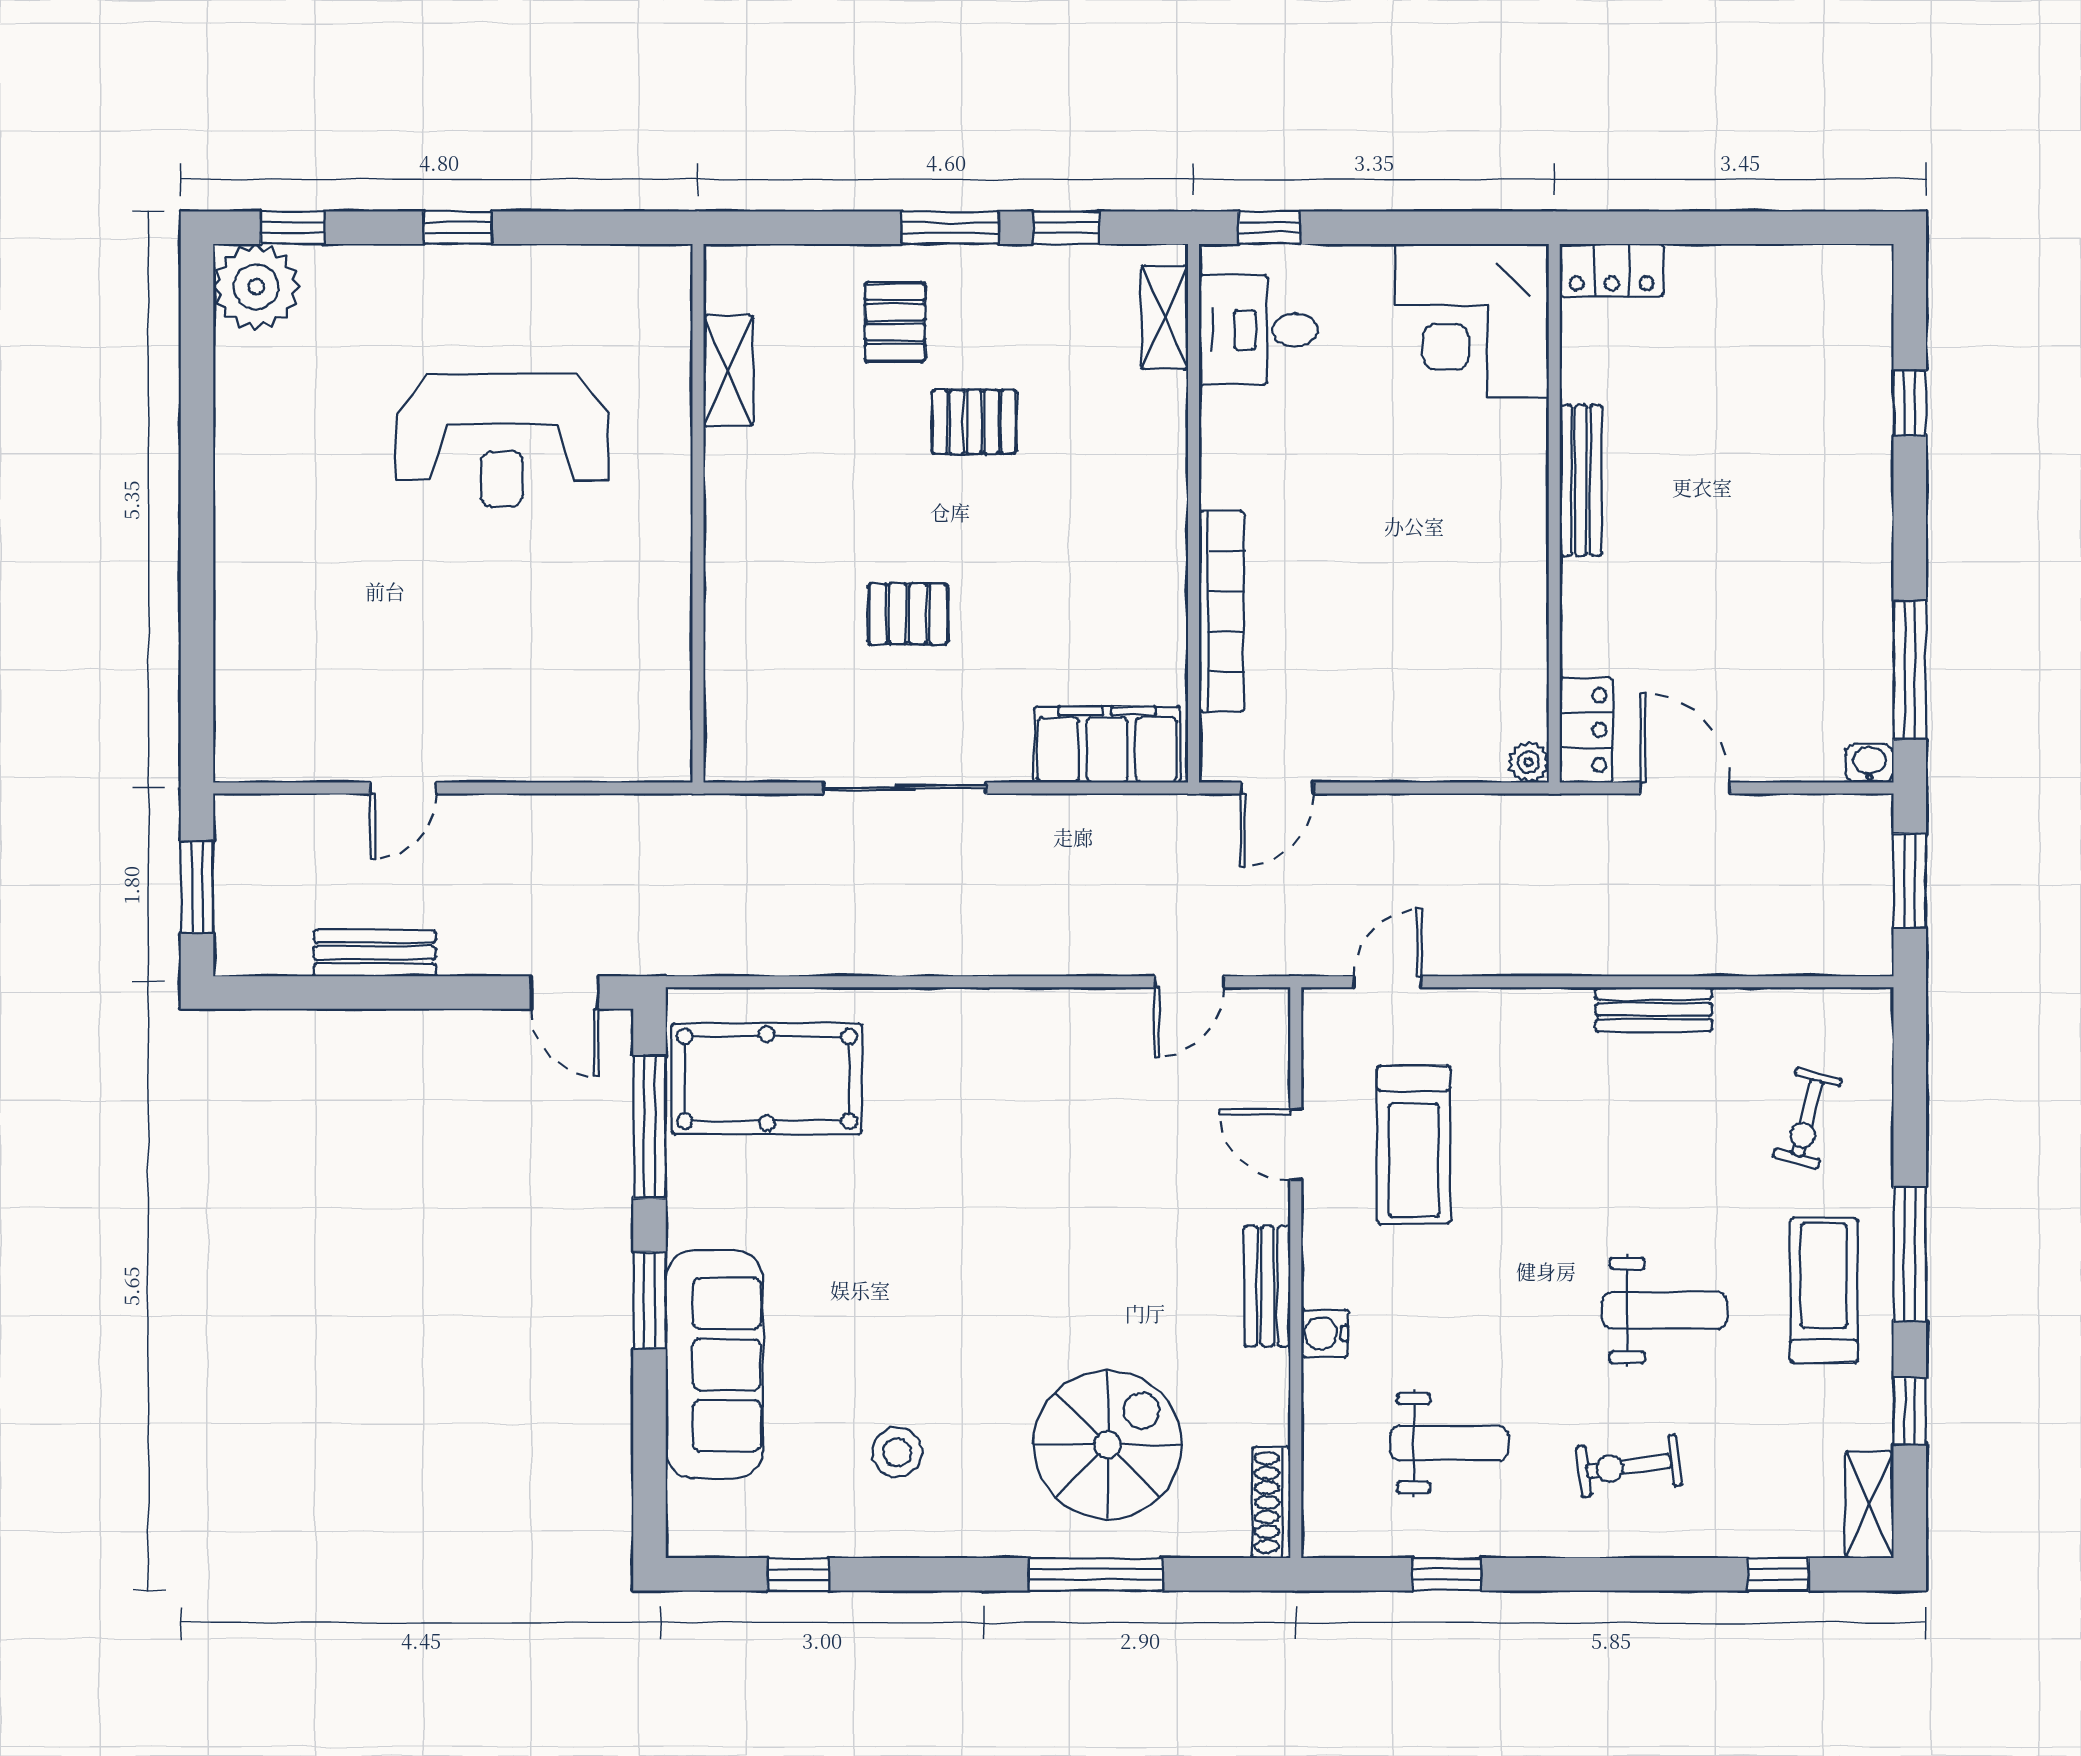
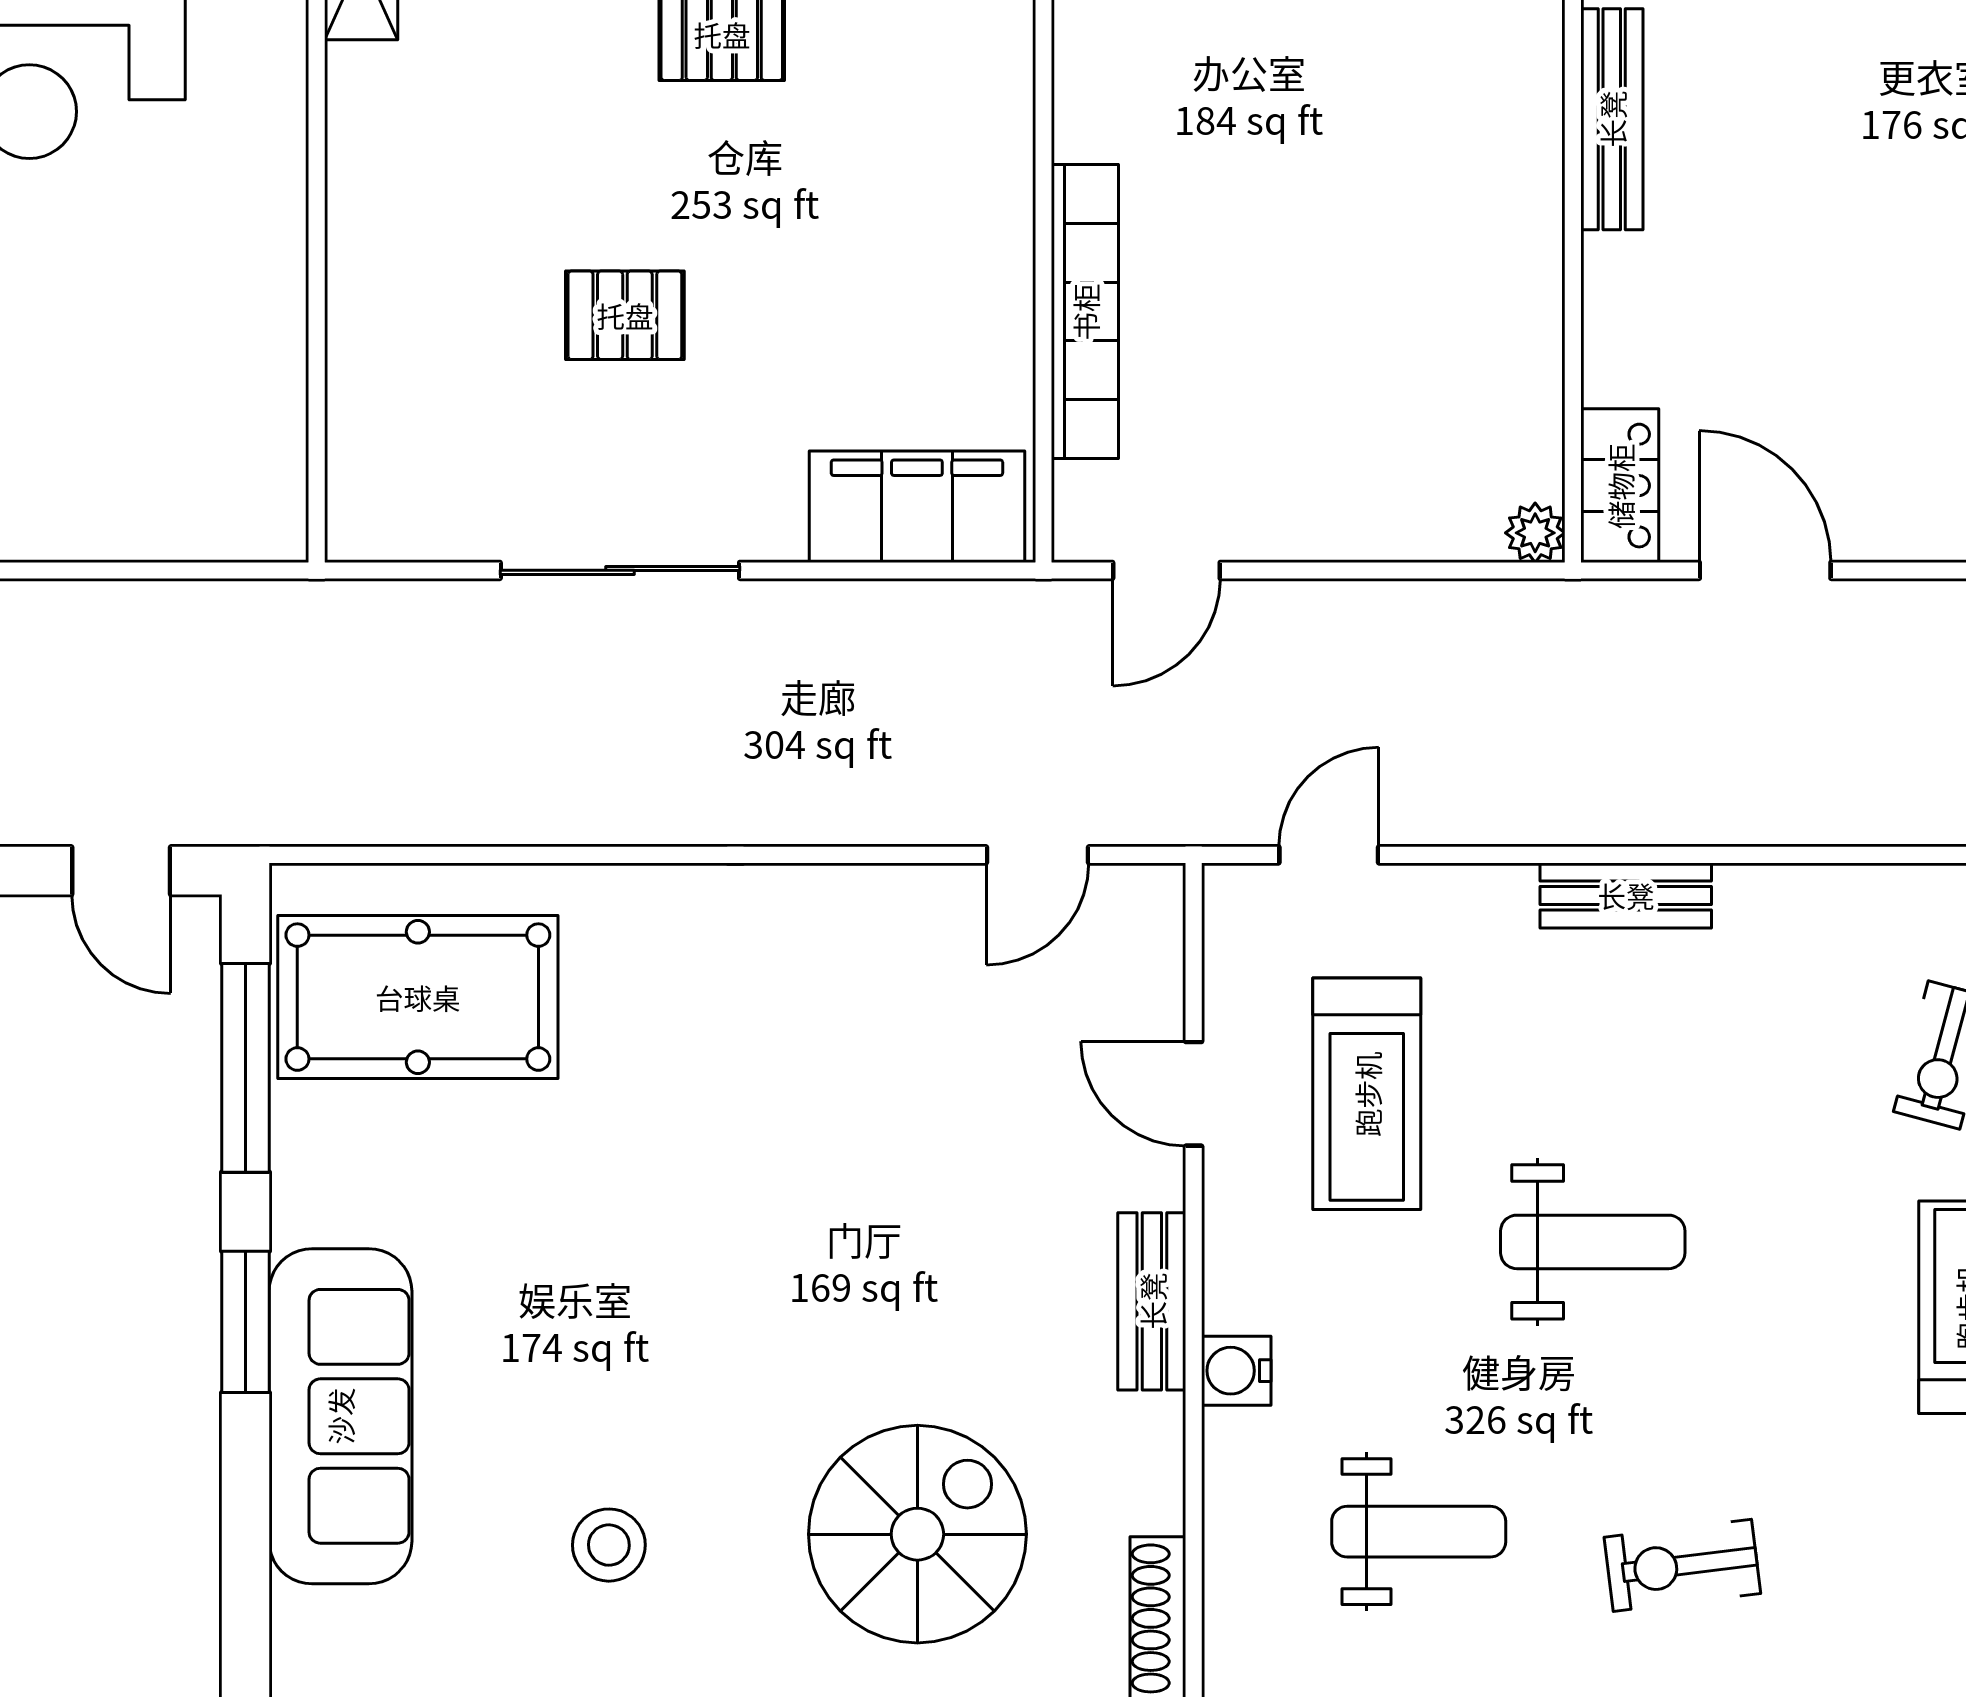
bench: (1654, 1009) -> (1626, 895), moved
weight bench: (1665, 1310) -> (1593, 1242), moved

